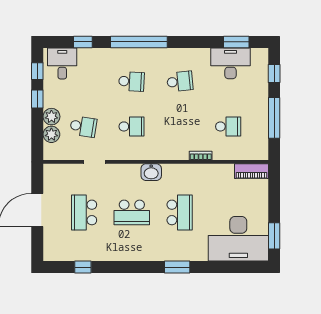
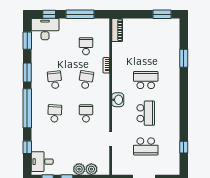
window: (190, 42) -> (27, 73), added
desk: (230, 63) -> (45, 29), moved, turned 90
school desk: (83, 126) -> (86, 80), moved
desk: (238, 239) -> (164, 39), removed
window: (177, 267) -> (184, 58), moved

